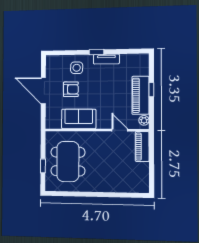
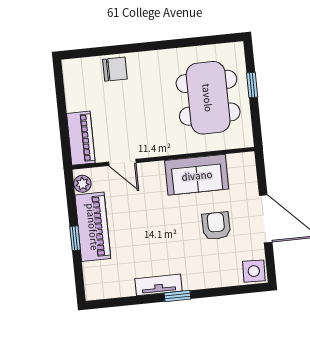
side table: (77, 68) -> (254, 271), moved
armchair: (71, 89) -> (216, 226), turned 90
chair: (119, 184) -> (115, 69), added

